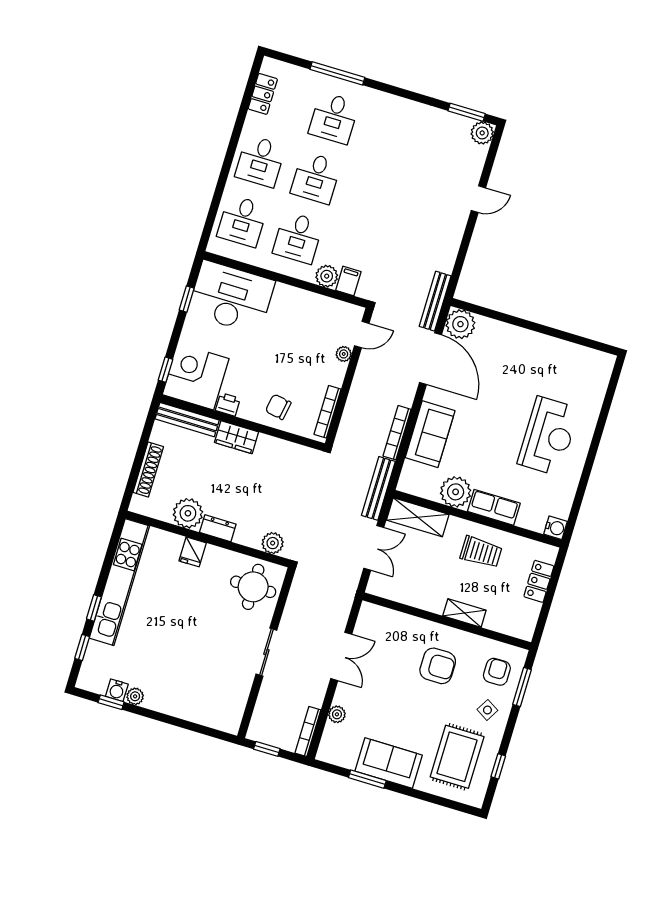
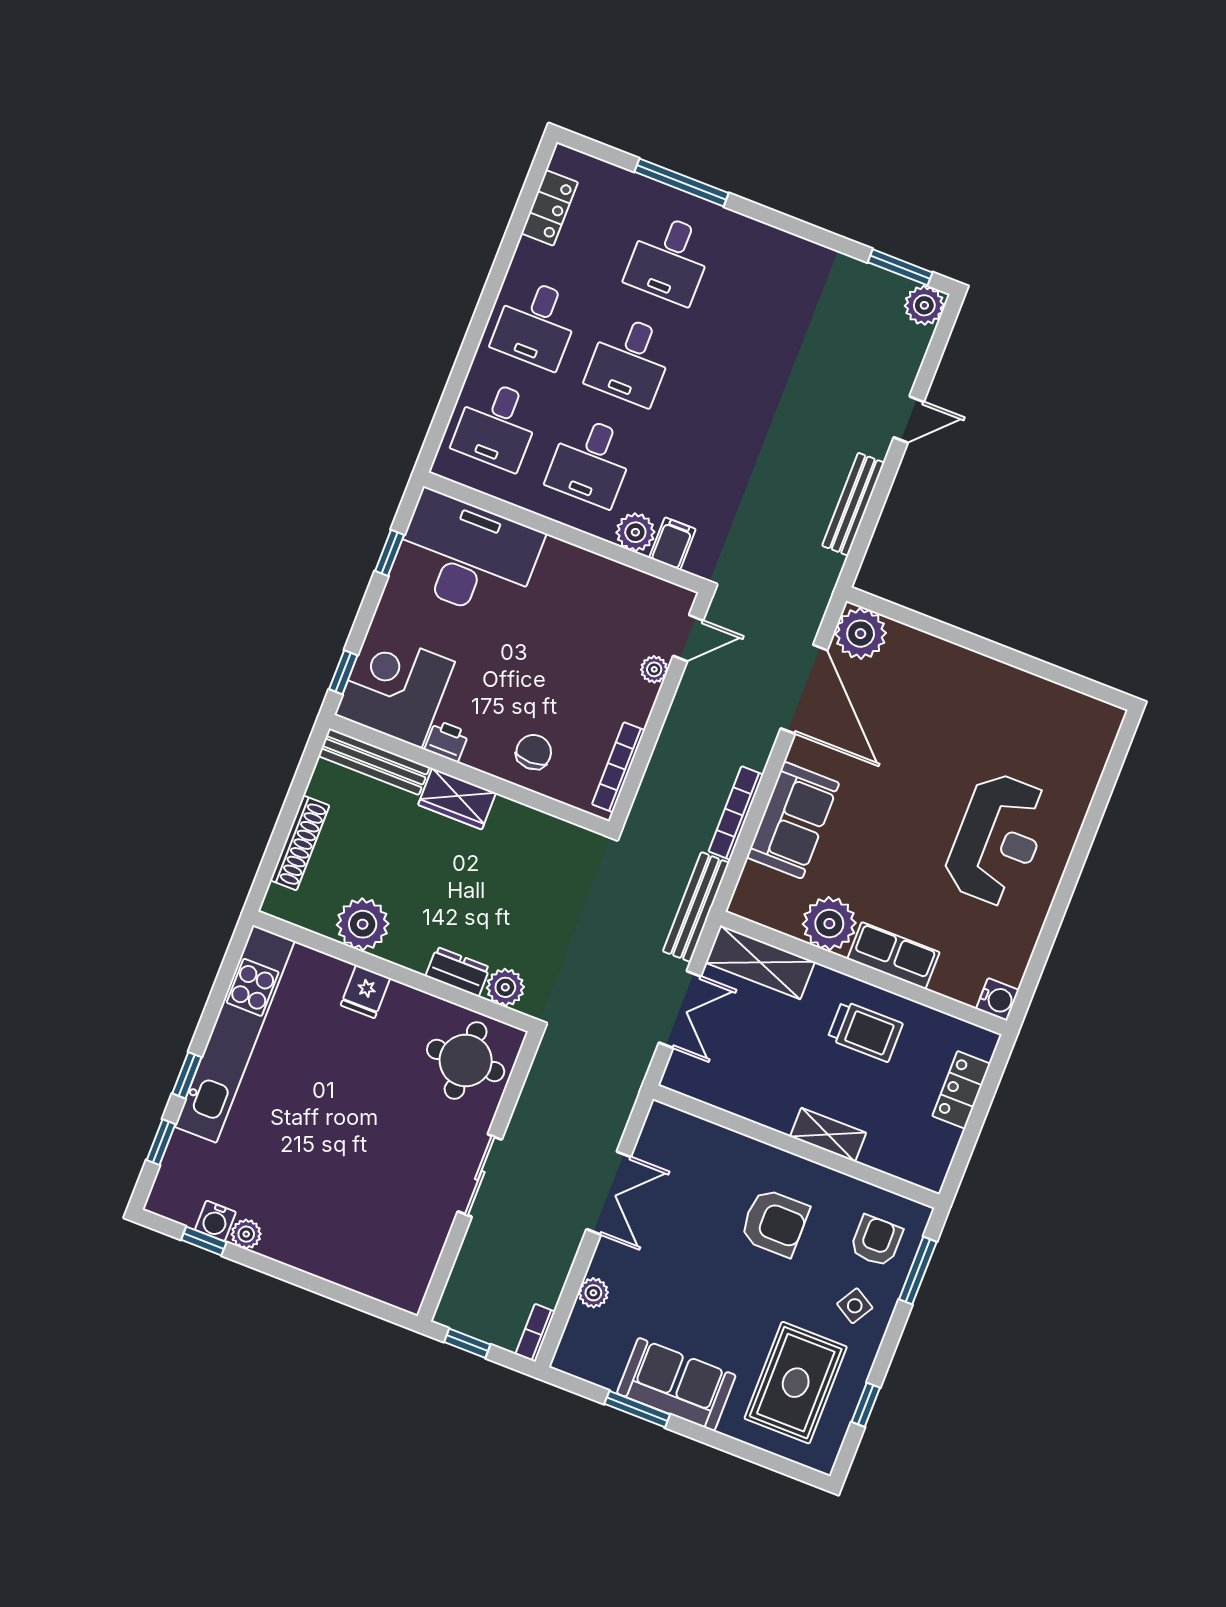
bench: (435, 301) -> (853, 504), moved
chair: (278, 407) -> (534, 752), turned 80
dresser: (218, 528) -> (458, 972), moved
bookcase: (308, 731) -> (535, 1333), width x0.64

